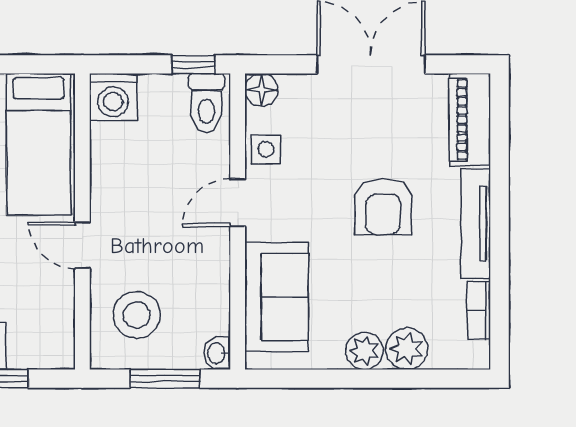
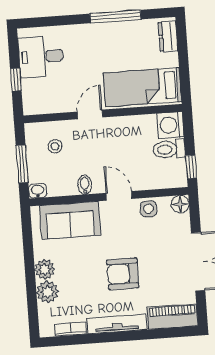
toilet: (207, 103) -> (169, 149), moved
bidet: (212, 265) -> (85, 185), added
stool: (137, 315) -> (55, 146), width x0.53, depth x0.53

